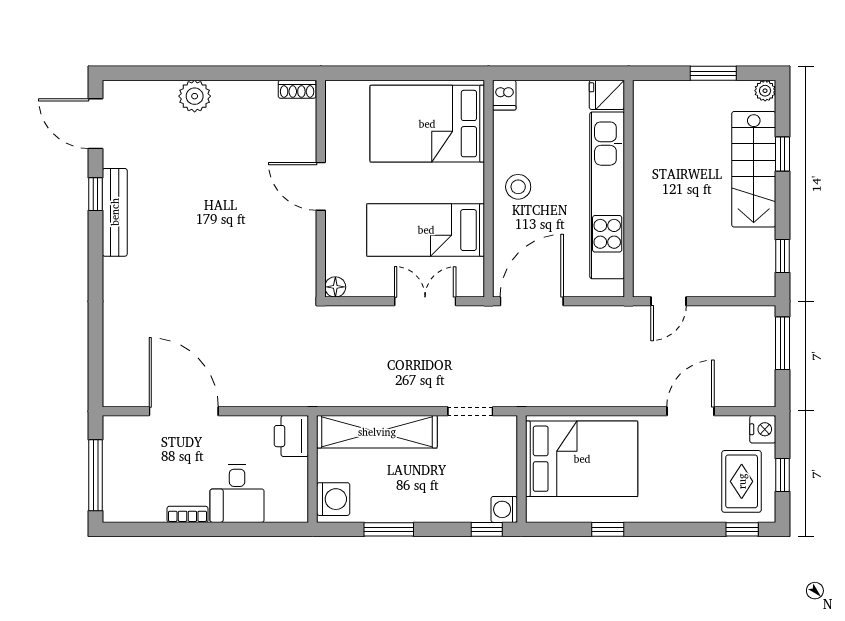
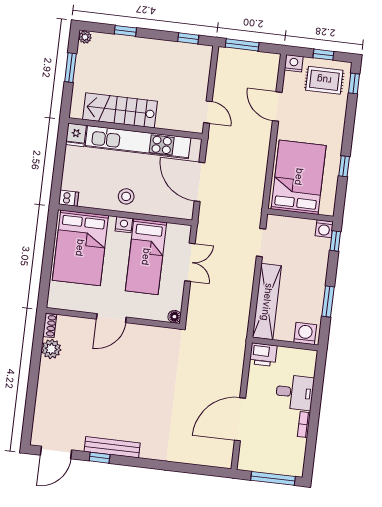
plant: (195, 96) -> (51, 349), moved
stairs: (754, 169) -> (120, 110), moved, turned 180
nightstand: (473, 189) -> (124, 225), added
double door: (425, 301) -> (190, 262), swing flipped
door: (532, 301) -> (200, 182), moved

